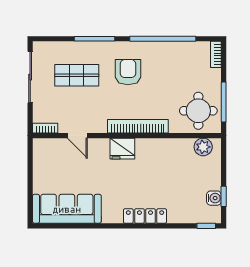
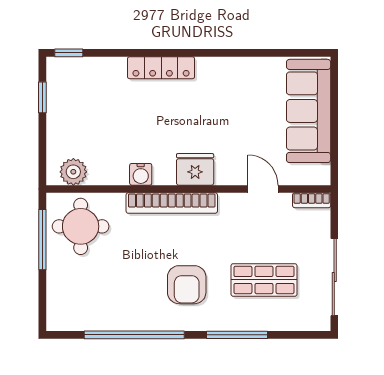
bookcase: (216, 54) -> (54, 311), removed
water cooler: (214, 198) -> (141, 174), moved, turned -90
sofa: (67, 209) -> (309, 111), moved, turned 90

